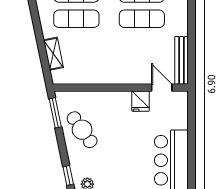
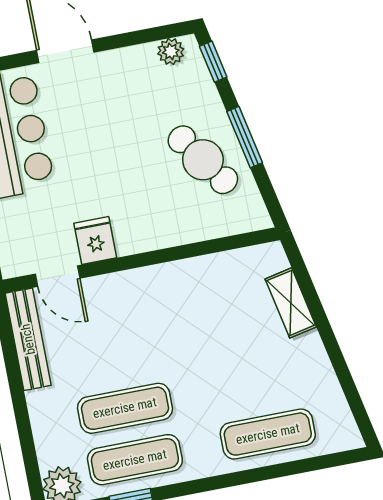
exercise mat: (76, 19) -> (258, 383), removed
window: (55, 113) -> (245, 137), moved

